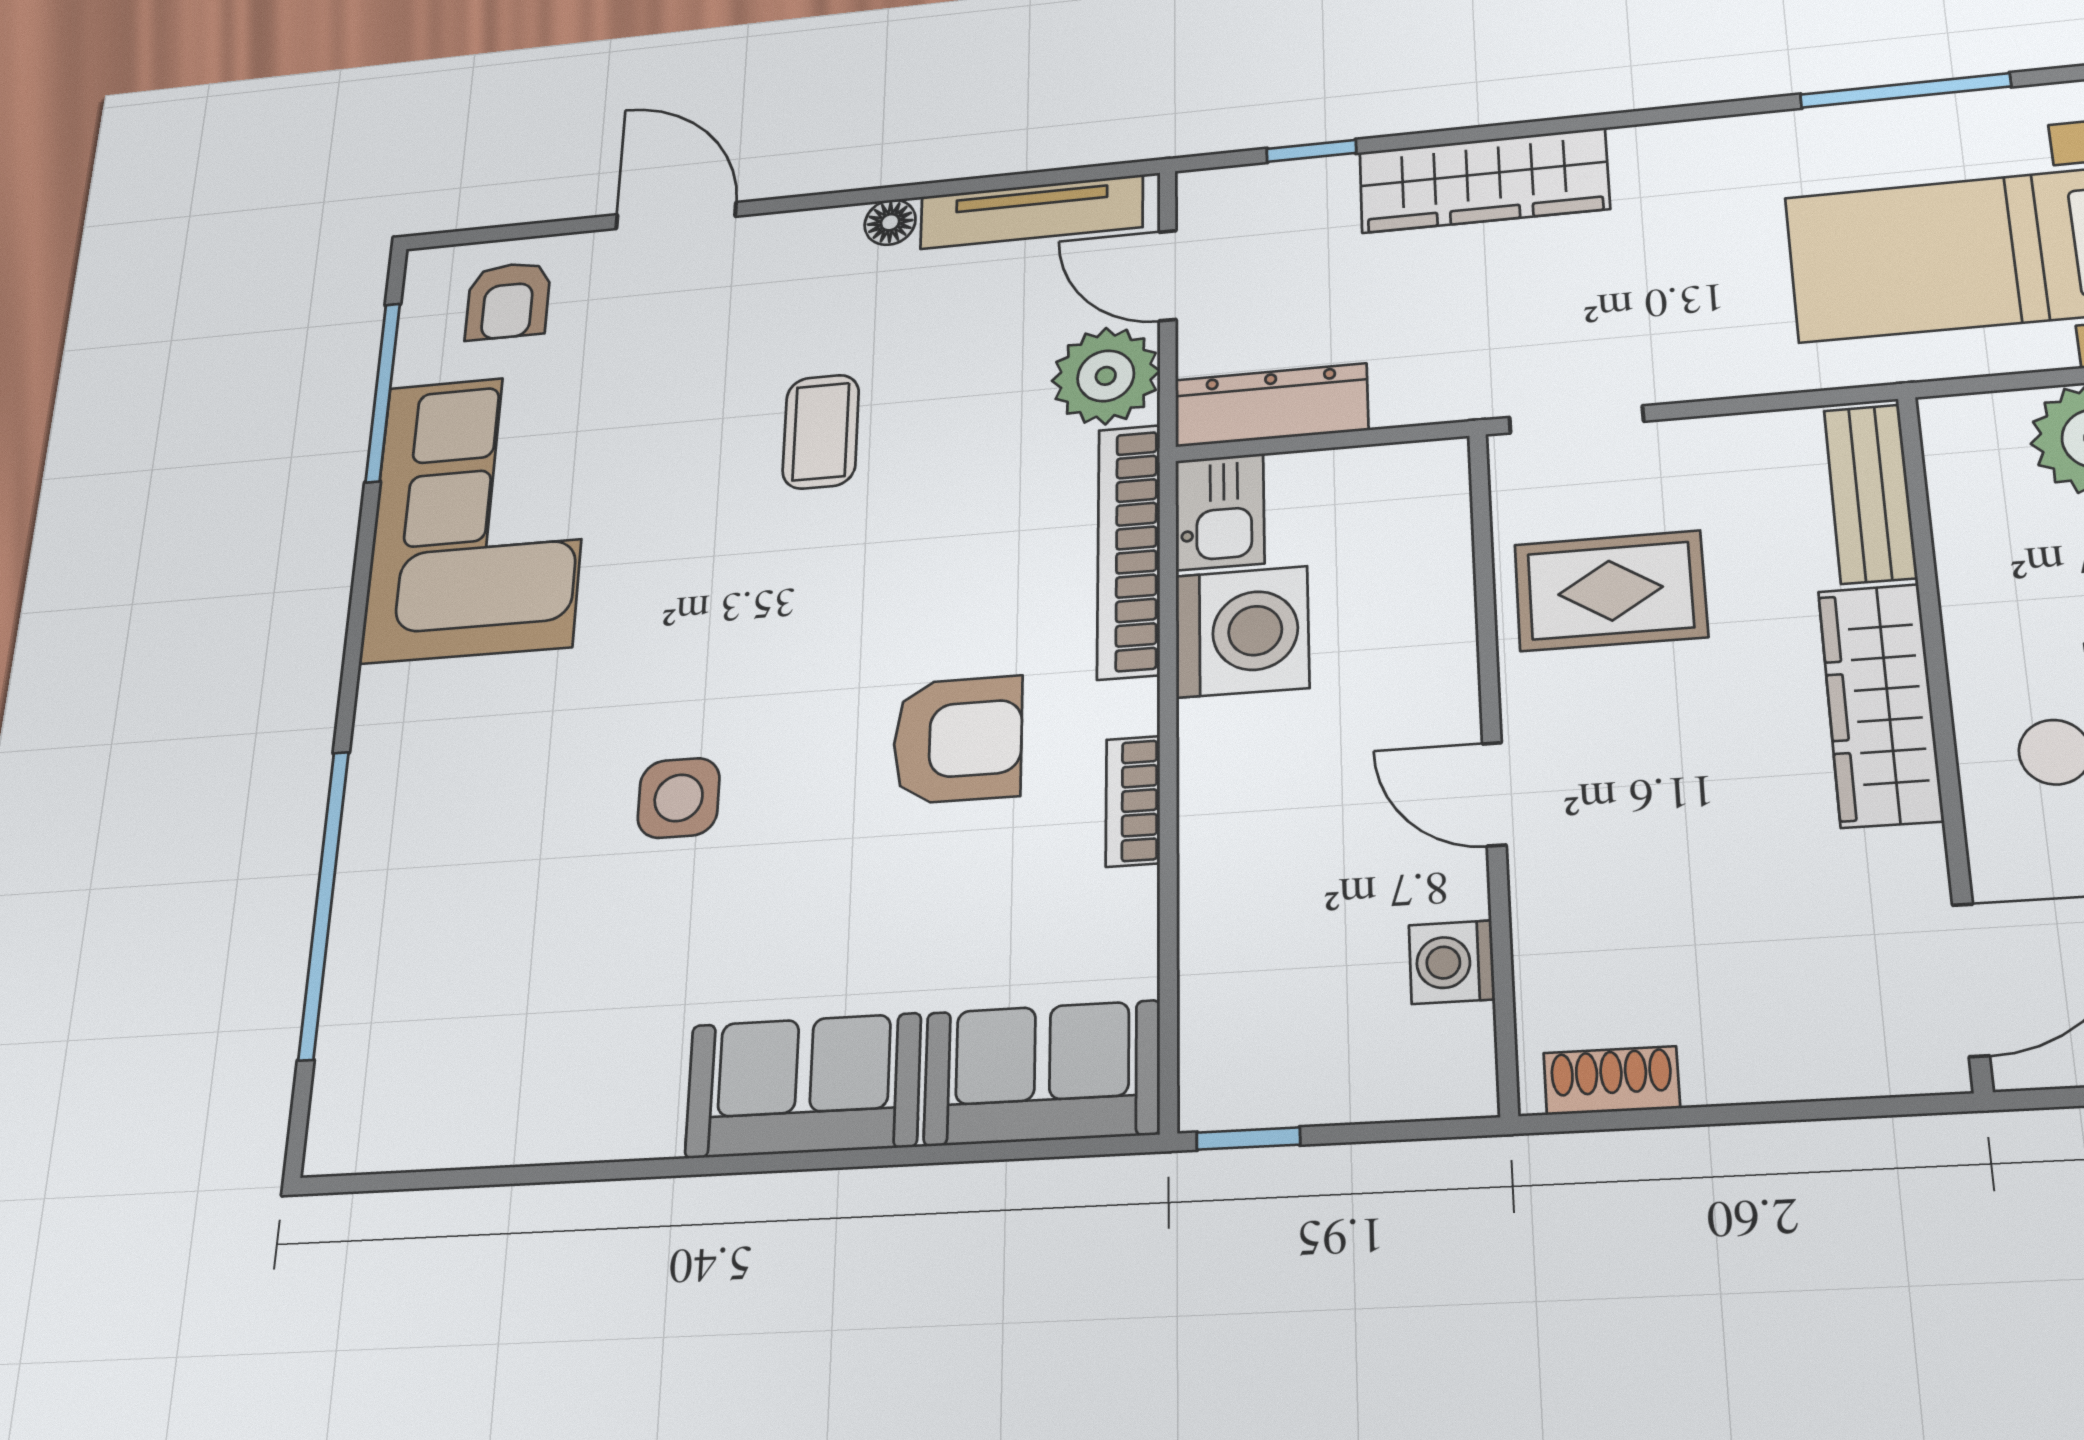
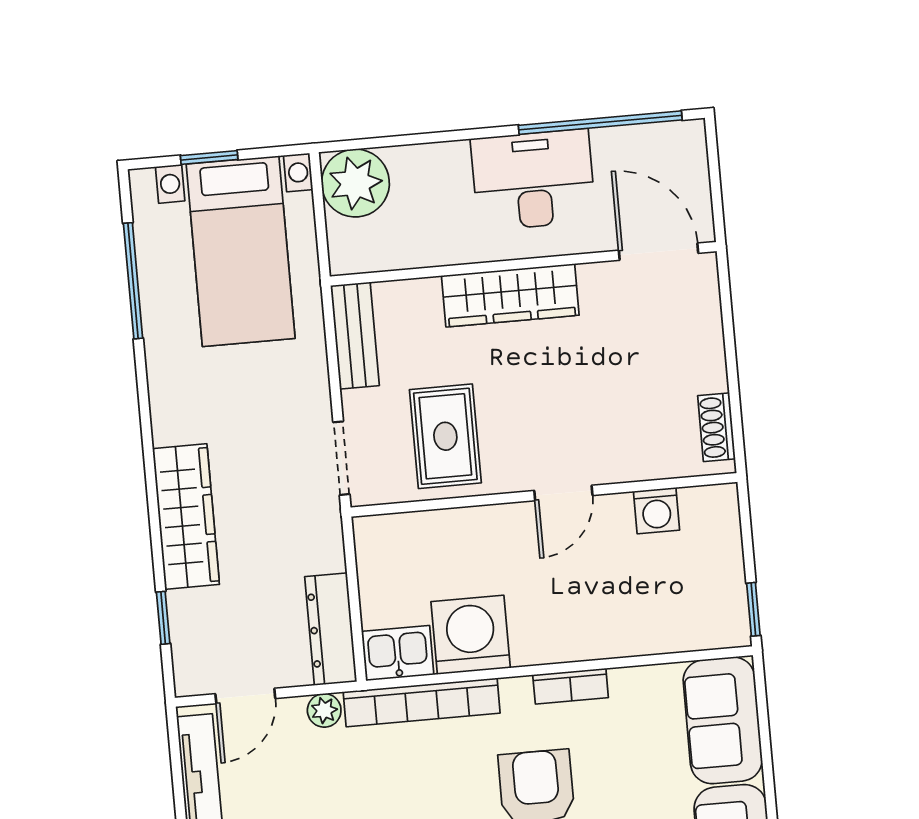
plant: (1106, 376) -> (324, 710), width x0.53, depth x0.53
bench: (1870, 494) -> (355, 336), moved, turned 90

